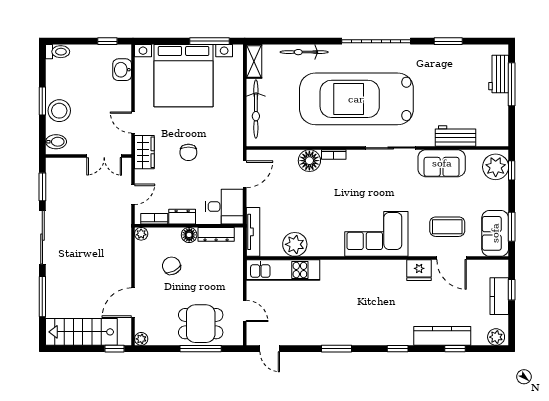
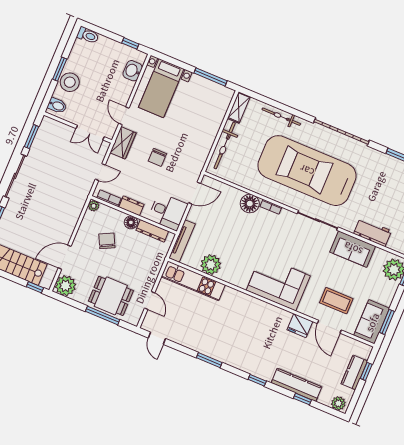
bed with nightstands: (184, 76) -> (161, 88), width x0.54
plant: (141, 339) -> (65, 286), width x1.88, depth x1.88

